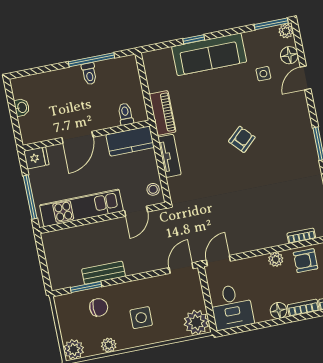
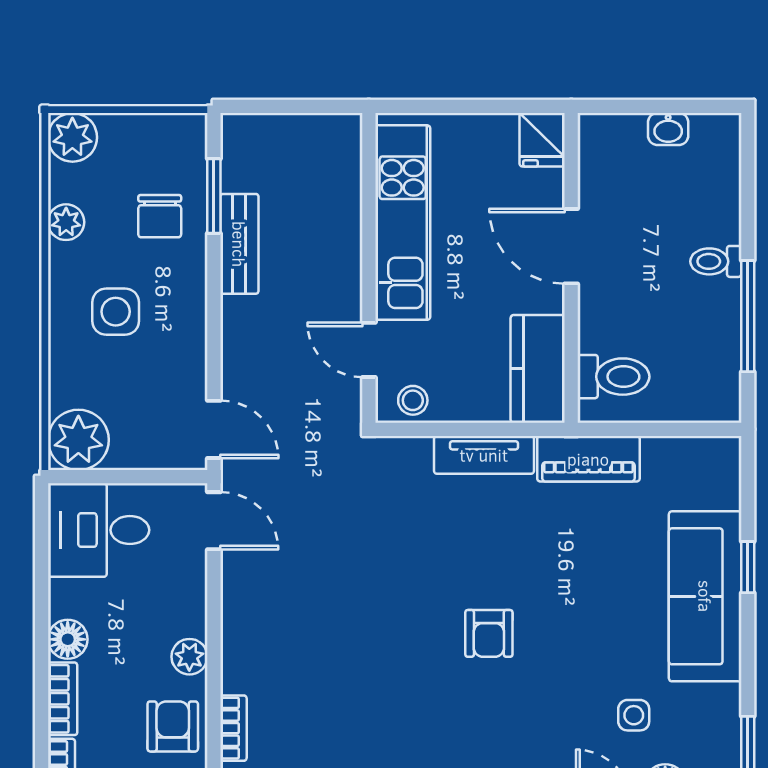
toilet: (89, 74) -> (716, 261), moved
toilet: (125, 114) -> (613, 377), width x1.37, depth x1.39
armchair: (242, 139) -> (489, 633), turned 43
window: (30, 197) -> (452, 106), removed

